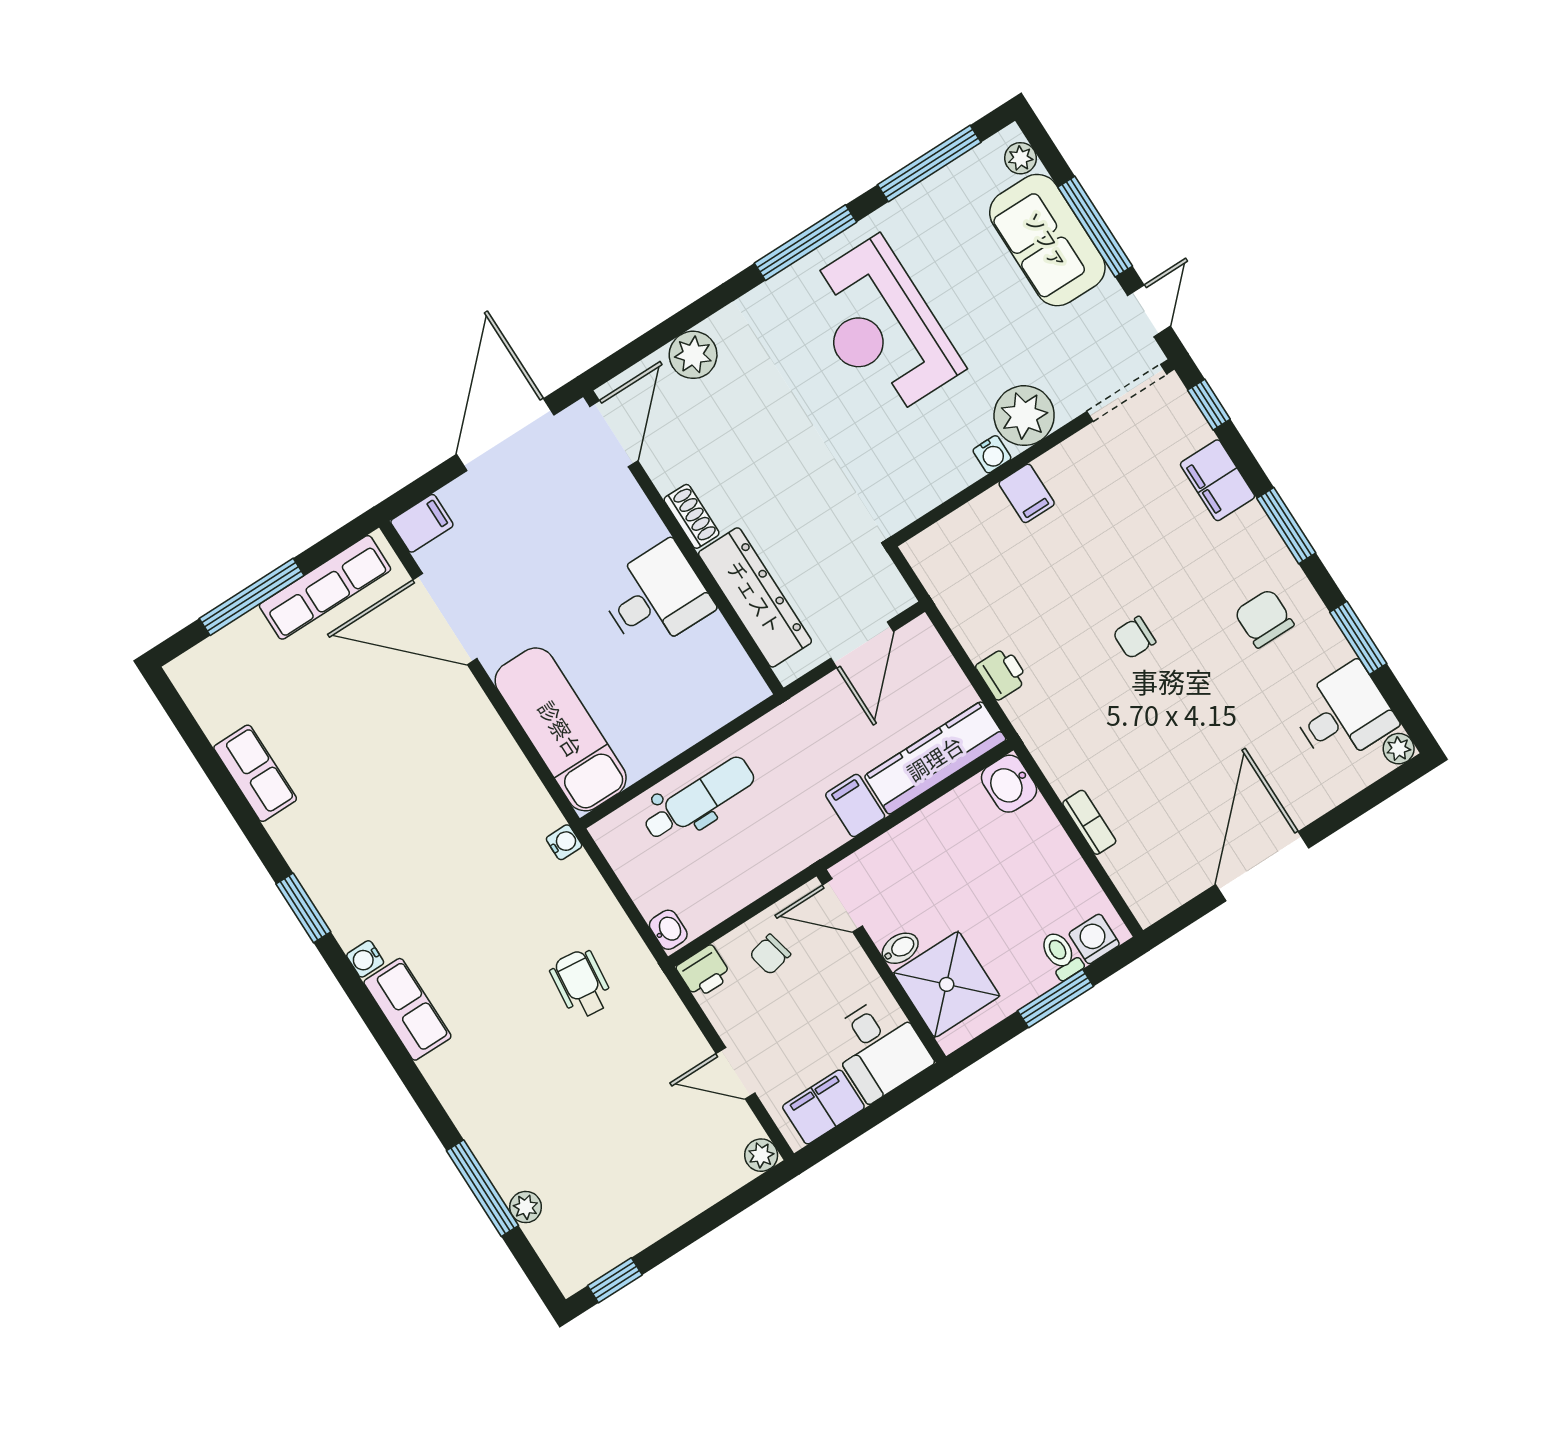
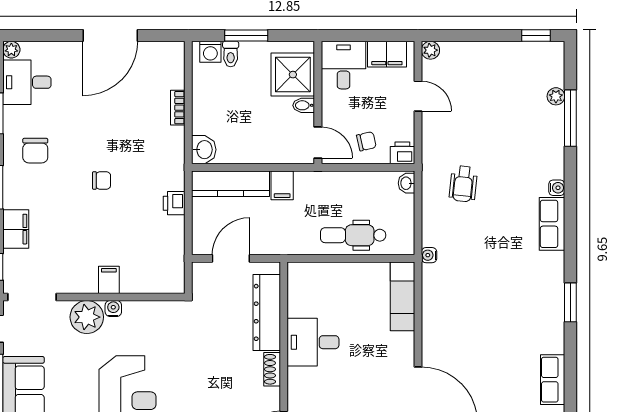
exam couch: (561, 729) -> (402, 296), width x0.73, depth x0.69
water cooler: (365, 959) -> (557, 188), moved

